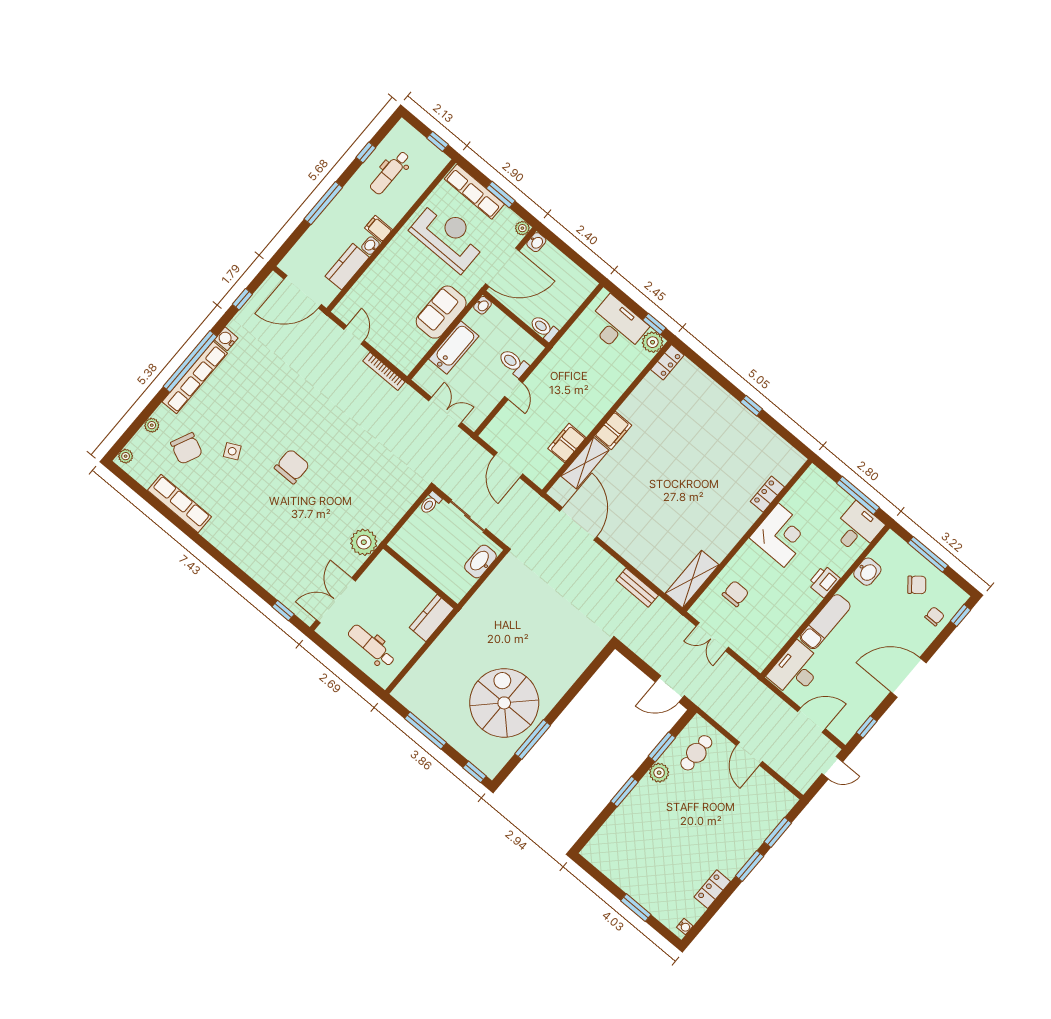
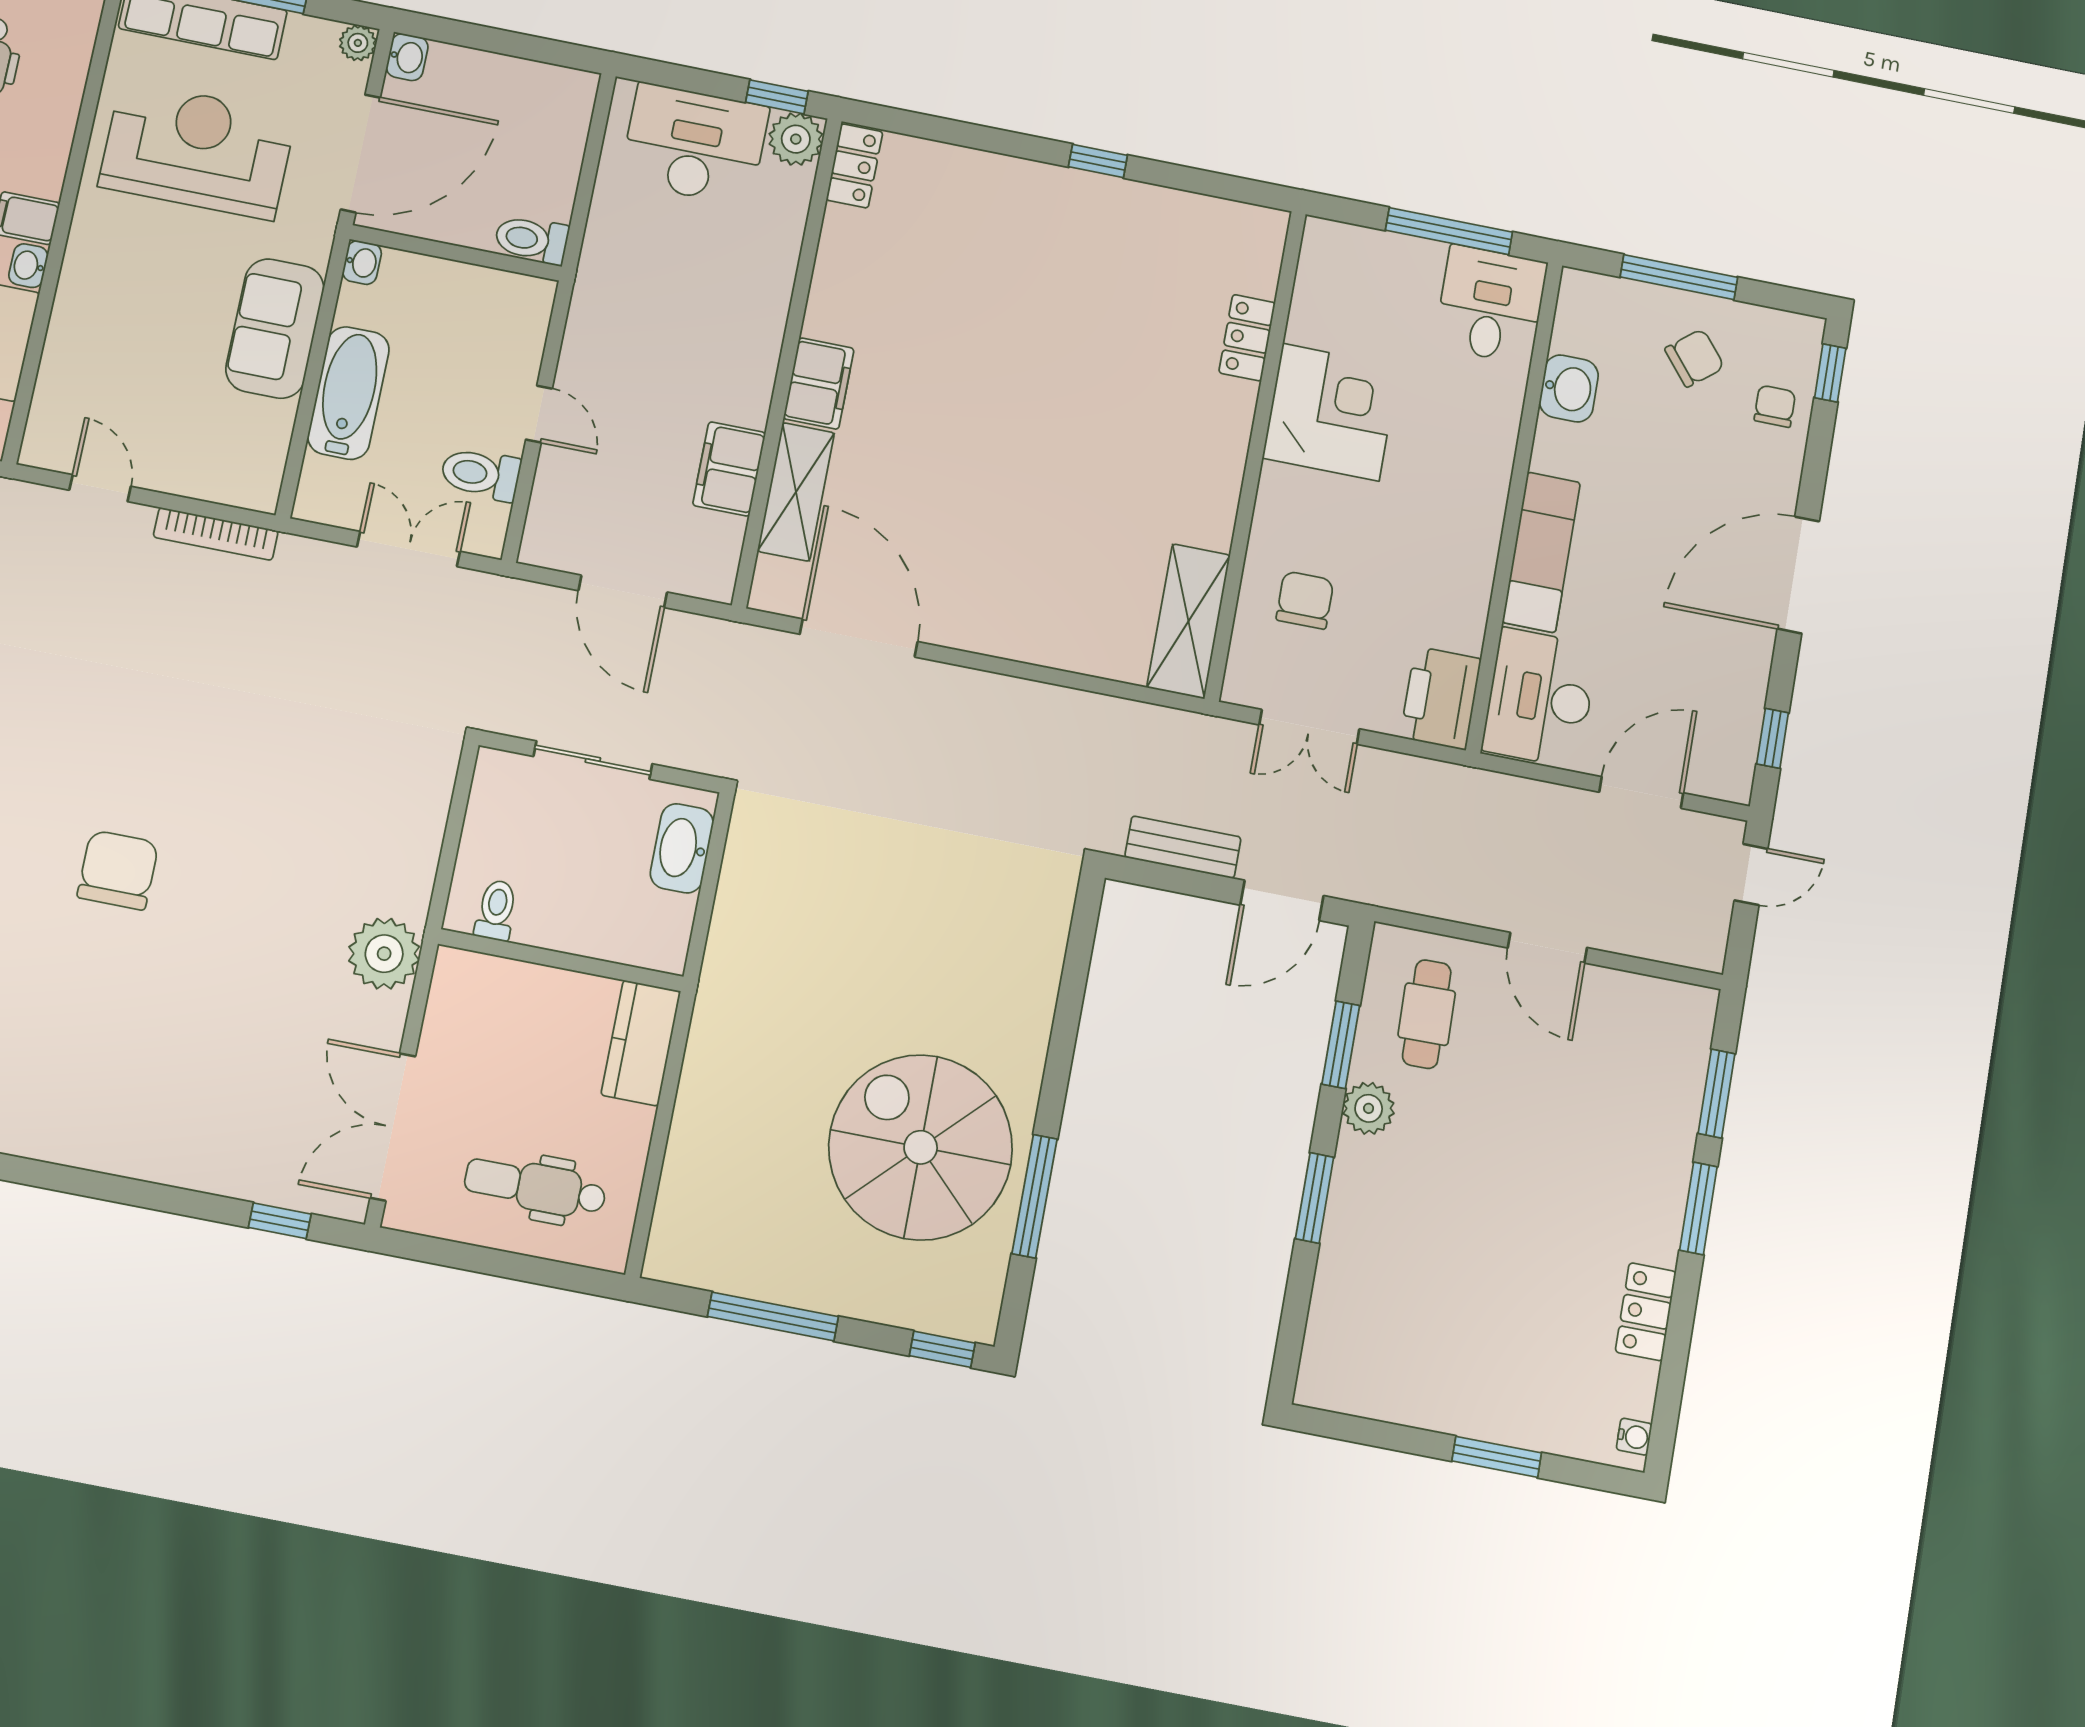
toilet: (513, 363) -> (480, 474), moved
toilet: (430, 503) -> (496, 910), moved, turned 180
printer: (824, 581) -> (1441, 698), moved, width x1.37, depth x1.19
bench: (637, 588) -> (1183, 847), moved

